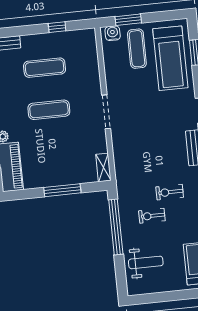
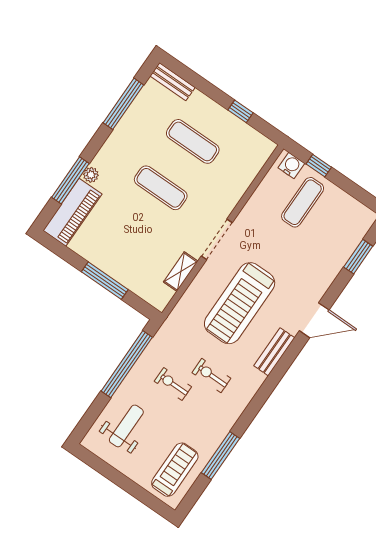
window: (128, 20) -> (319, 166), width x0.67
treadmill: (170, 58) -> (240, 303), moved
shelving: (103, 167) -> (181, 272), moved
weight bench: (146, 262) -> (126, 426), turned -90

